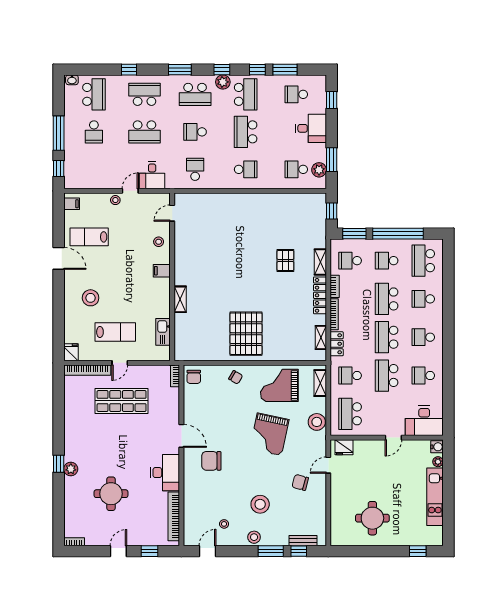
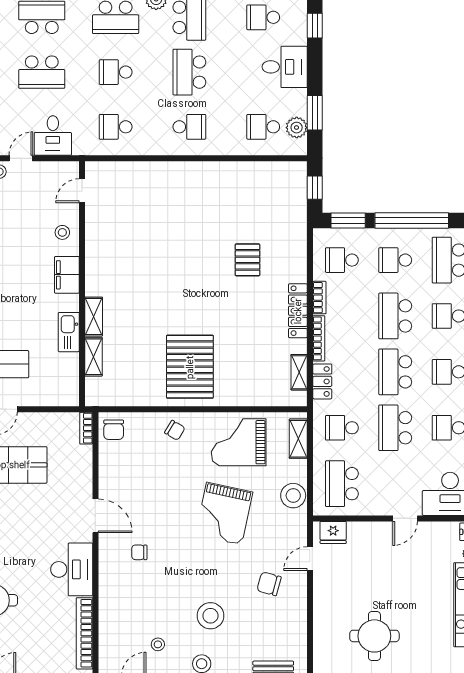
school desk: (195, 169) -> (116, 127), turned -90
shelving: (320, 262) -> (94, 357), moved
filing cabinet: (162, 271) -> (67, 275), width x2.00
kitchen sink: (163, 332) -> (69, 332), moved
chair: (211, 461) -> (139, 552), width x0.54, depth x0.54

